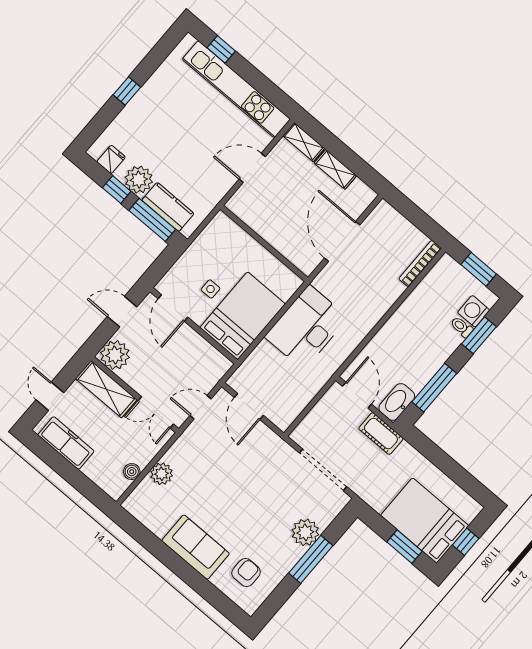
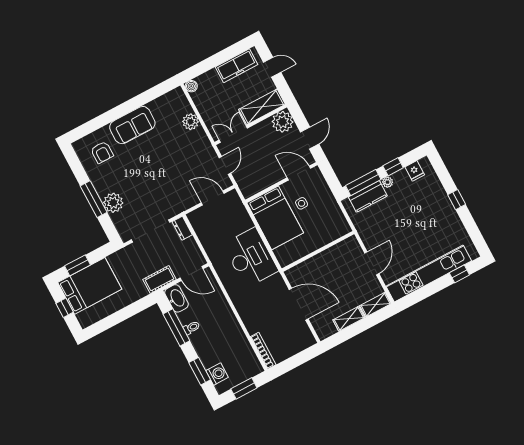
plant: (139, 180) -> (388, 182), width x0.53, depth x0.53
toilet: (462, 327) -> (192, 328), moved
dresser: (303, 431) -> (182, 228), added
boiler: (132, 472) -> (191, 86), moved

